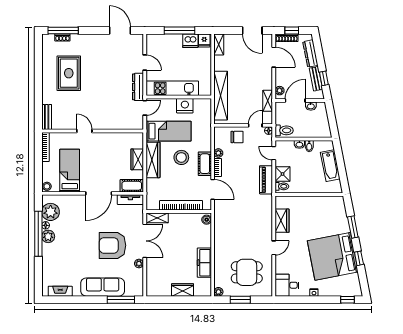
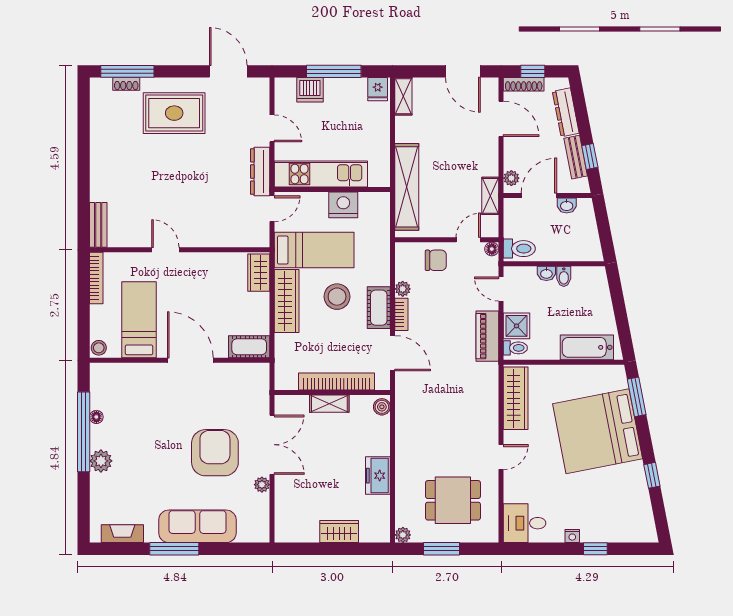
dishwasher: (190, 41) -> (310, 90), moved
rug: (69, 73) -> (174, 113), moved, turned 90
wardrobe: (137, 159) -> (259, 273), moved
bathtub: (330, 166) -> (587, 347), moved, turned 101
door: (99, 193) -> (190, 360), swing flipped
tv unit: (130, 200) -> (247, 371), removed
plant: (51, 212) -> (105, 393), removed
shelving: (157, 218) -> (329, 404), moved
wardrobe: (282, 221) -> (516, 398), width x1.50
window: (353, 227) -> (637, 397), moved
plant: (48, 236) -> (101, 461), moved
armchair: (112, 245) -> (215, 453), turned 90
bed: (333, 256) -> (598, 431), moved
freezer: (204, 263) -> (378, 476), width x0.71
window: (121, 300) -> (174, 549), moved
window: (348, 300) -> (595, 549), moved

